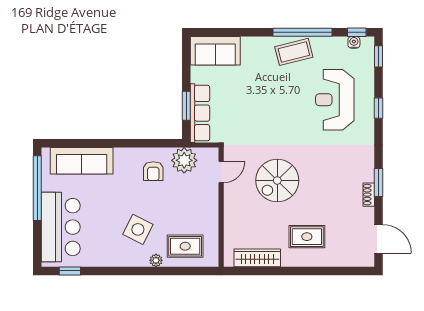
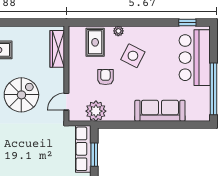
sofa: (82, 161) -> (160, 111), moved
armchair: (153, 171) -> (105, 77), moved
rug: (185, 246) -> (95, 42), turned 90
wardrobe: (257, 258) -> (57, 49), moved, turned 90

